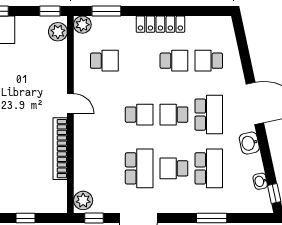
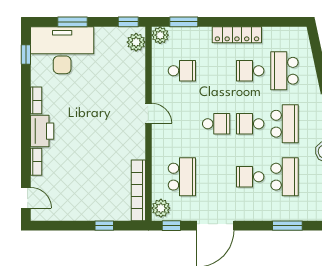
school desk: (174, 61) -> (250, 71), turned 180
school desk: (209, 61) -> (284, 71), width x1.85
bookcase: (60, 149) -> (138, 190), moved
school desk: (139, 168) -> (182, 177), moved

